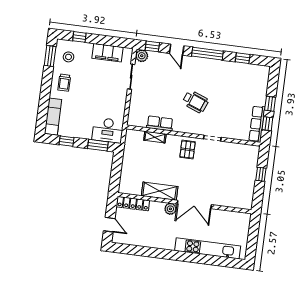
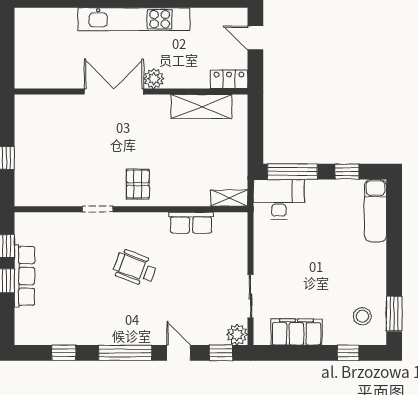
trolley: (64, 83) -> (364, 271), removed
row of seats: (257, 124) -> (24, 276), moved
shelving: (155, 137) -> (229, 198), moved
window: (98, 145) -> (292, 172), width x1.44
shelving: (160, 191) -> (201, 107), moved
locker: (133, 204) -> (229, 79), width x0.66
kitchen unit: (208, 248) -> (134, 19), moved

